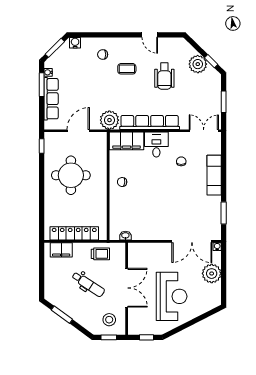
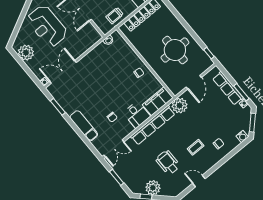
plant: (212, 274) -> (26, 53), moved

